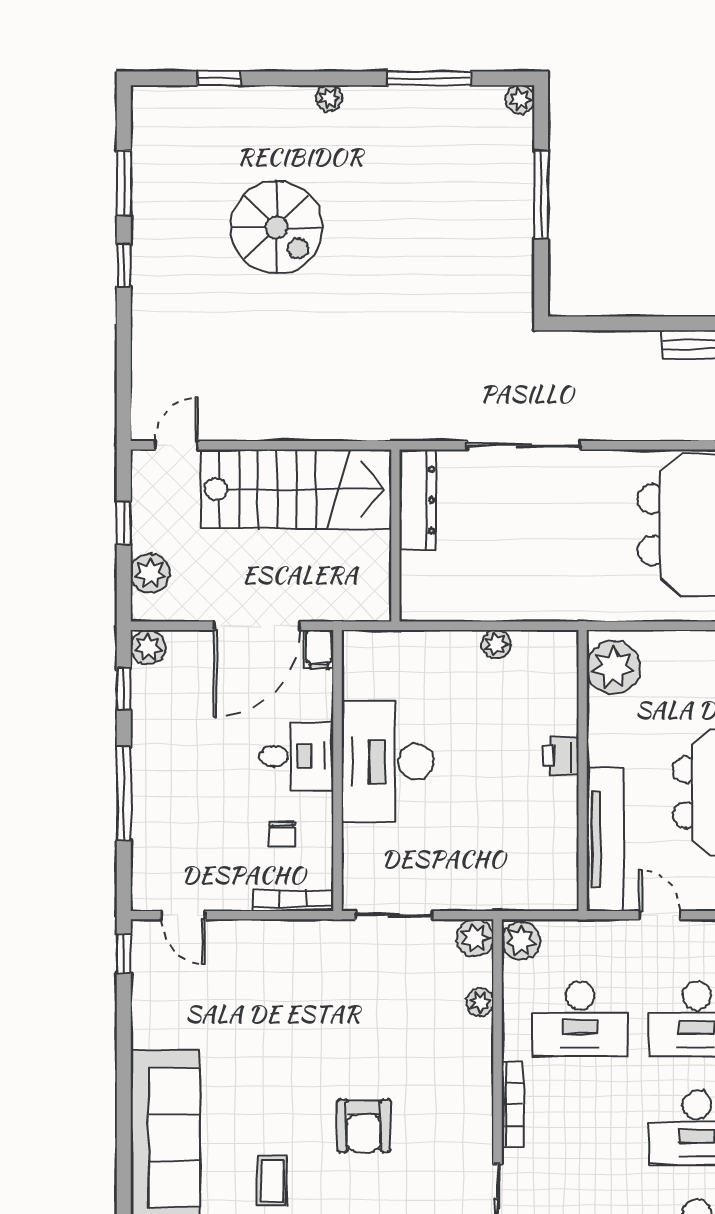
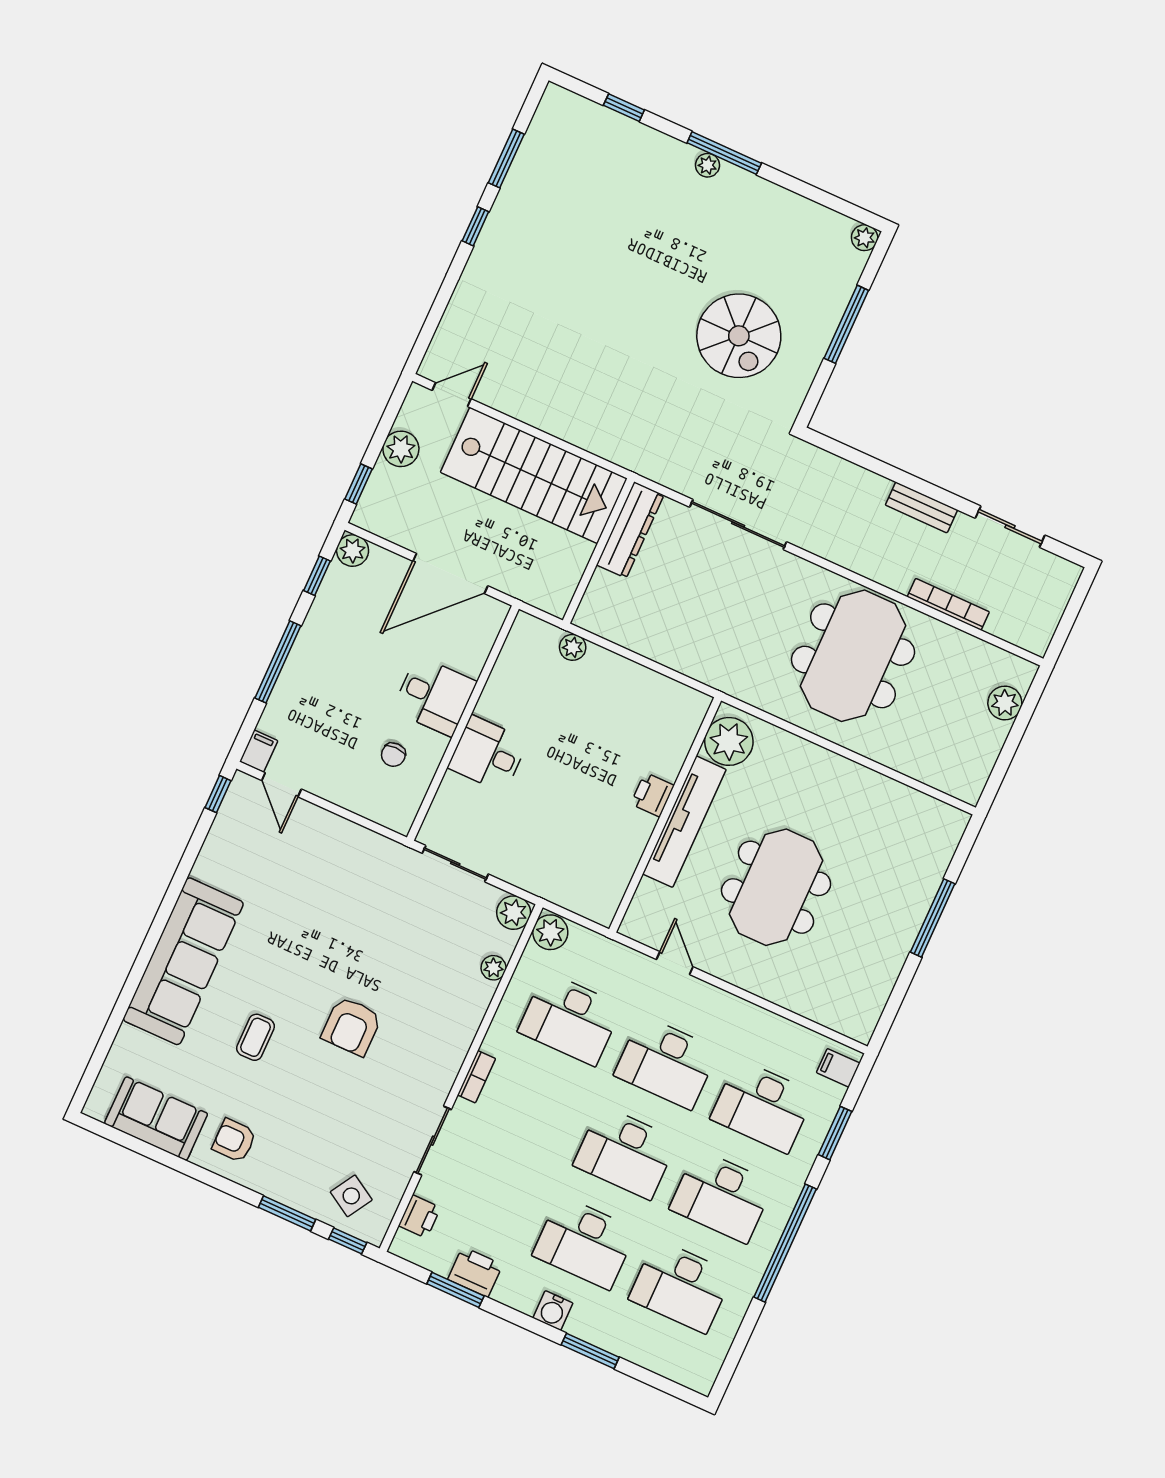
window: (429, 78) -> (724, 153), moved
spiral stairs: (277, 227) -> (739, 336), moved
window: (124, 523) -> (359, 484), moved
plant: (150, 573) -> (401, 449), moved
plant: (496, 644) -> (573, 647), moved
filing cabinet: (319, 649) -> (259, 751), moved, turned 180
desk: (387, 762) -> (488, 754), width x0.53, depth x0.77
tv unit: (605, 839) -> (684, 822), moved
bookcase: (293, 901) -> (378, 814), removed
bookcase: (512, 1104) -> (477, 1077), width x0.64

